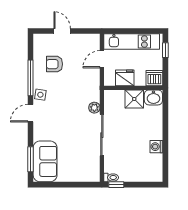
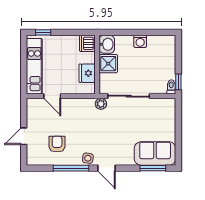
armchair: (54, 64) -> (57, 144), turned 180
fridge: (125, 78) -> (87, 73), moved
dishwasher: (154, 78) -> (87, 43), moved
wall: (133, 88) -> (97, 65), moved
washbasin: (153, 97) -> (107, 44), moved
shower: (134, 99) -> (108, 64), moved

